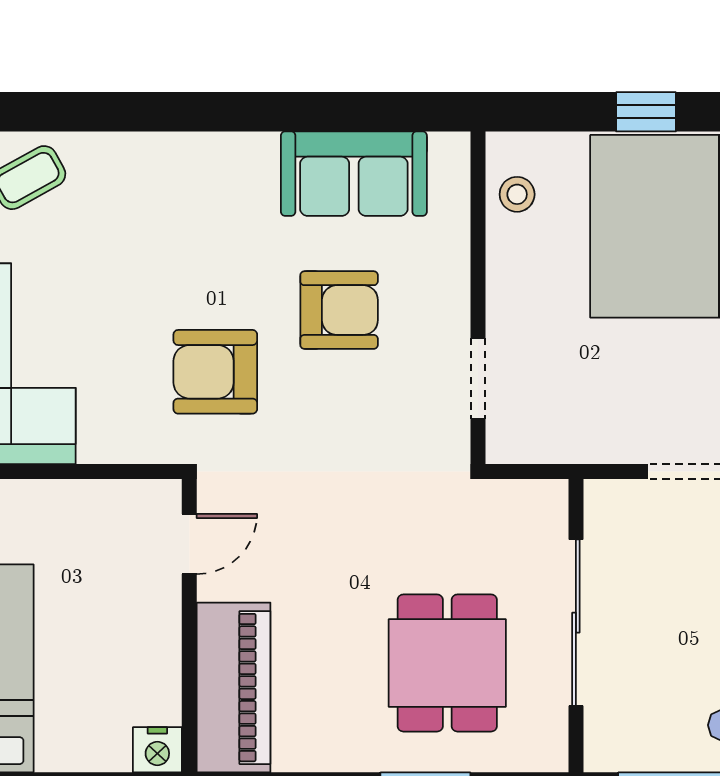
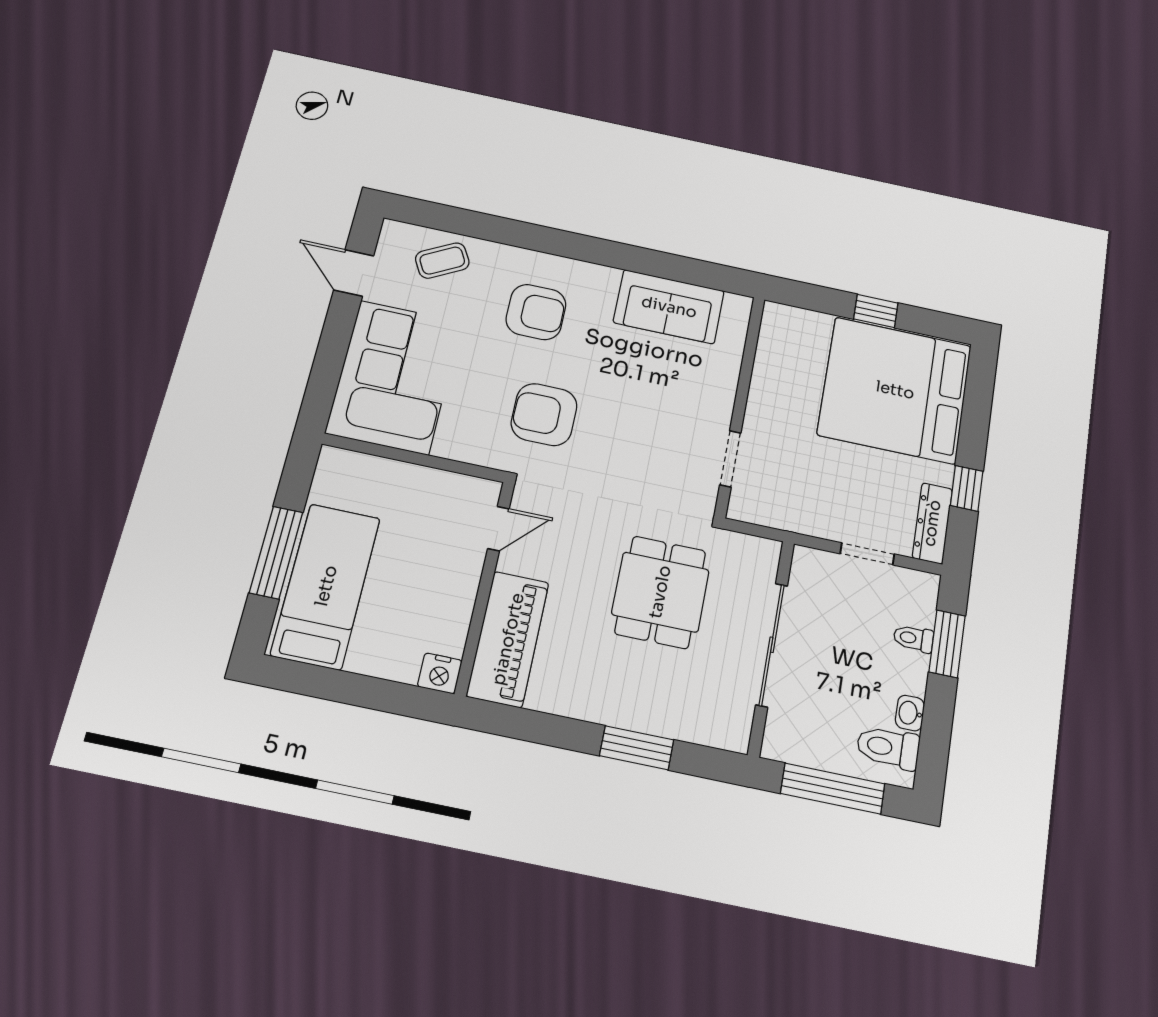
stool: (517, 194) -> (779, 344), removed
armchair: (339, 310) -> (536, 312), moved
dining table: (447, 663) -> (660, 592), moved

